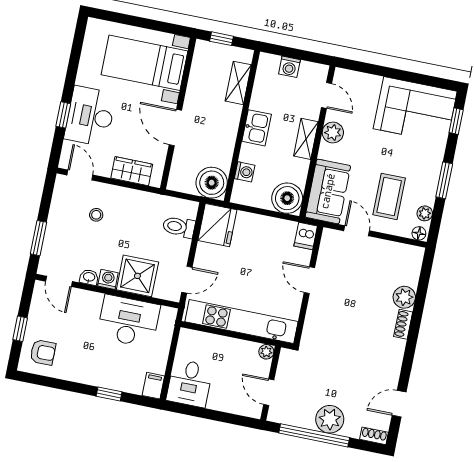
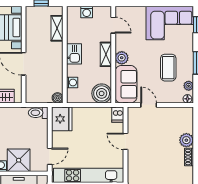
plant: (333, 133) -> (122, 58), moved
boiler: (212, 183) -> (58, 98), width x0.54, depth x0.54
coffee table: (389, 196) -> (168, 68), moved
toilet: (179, 227) -> (38, 113), moved

